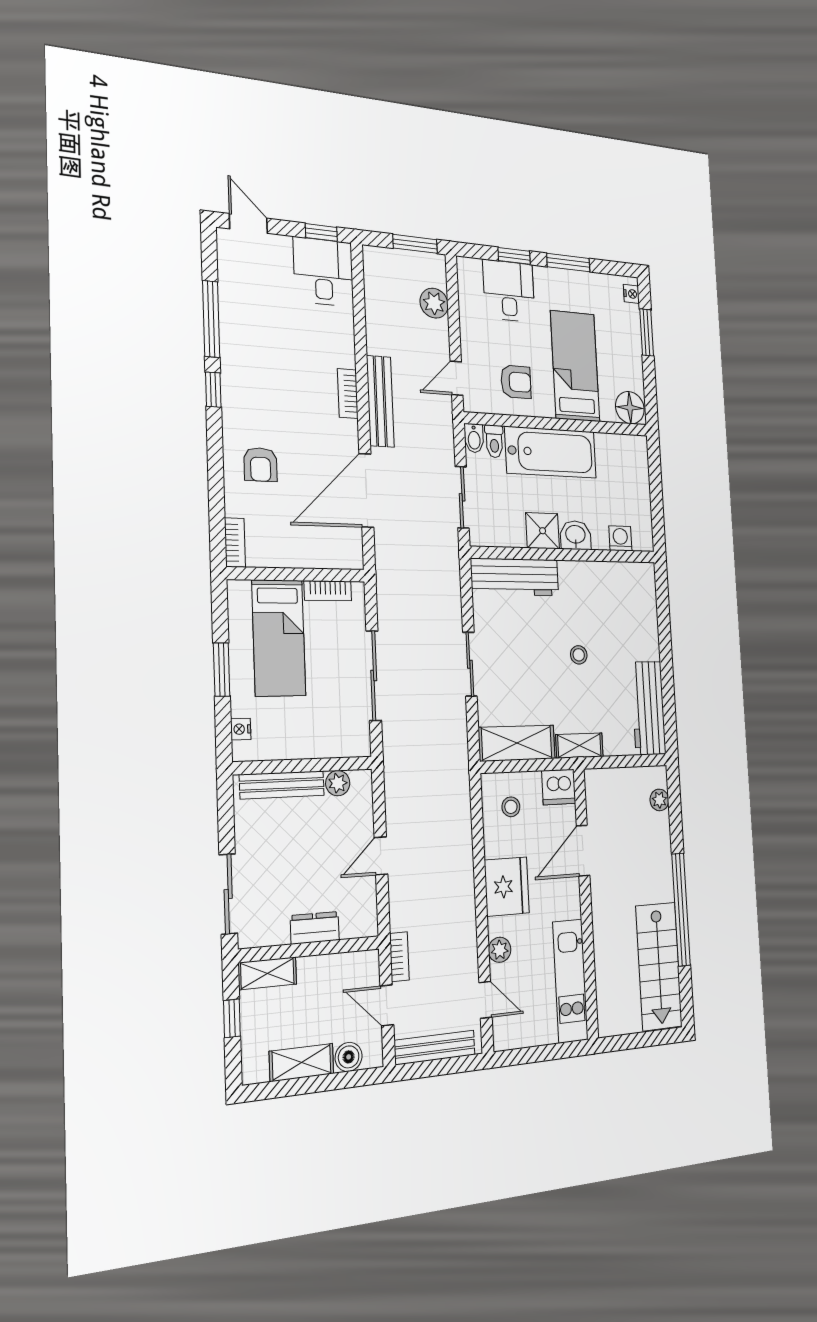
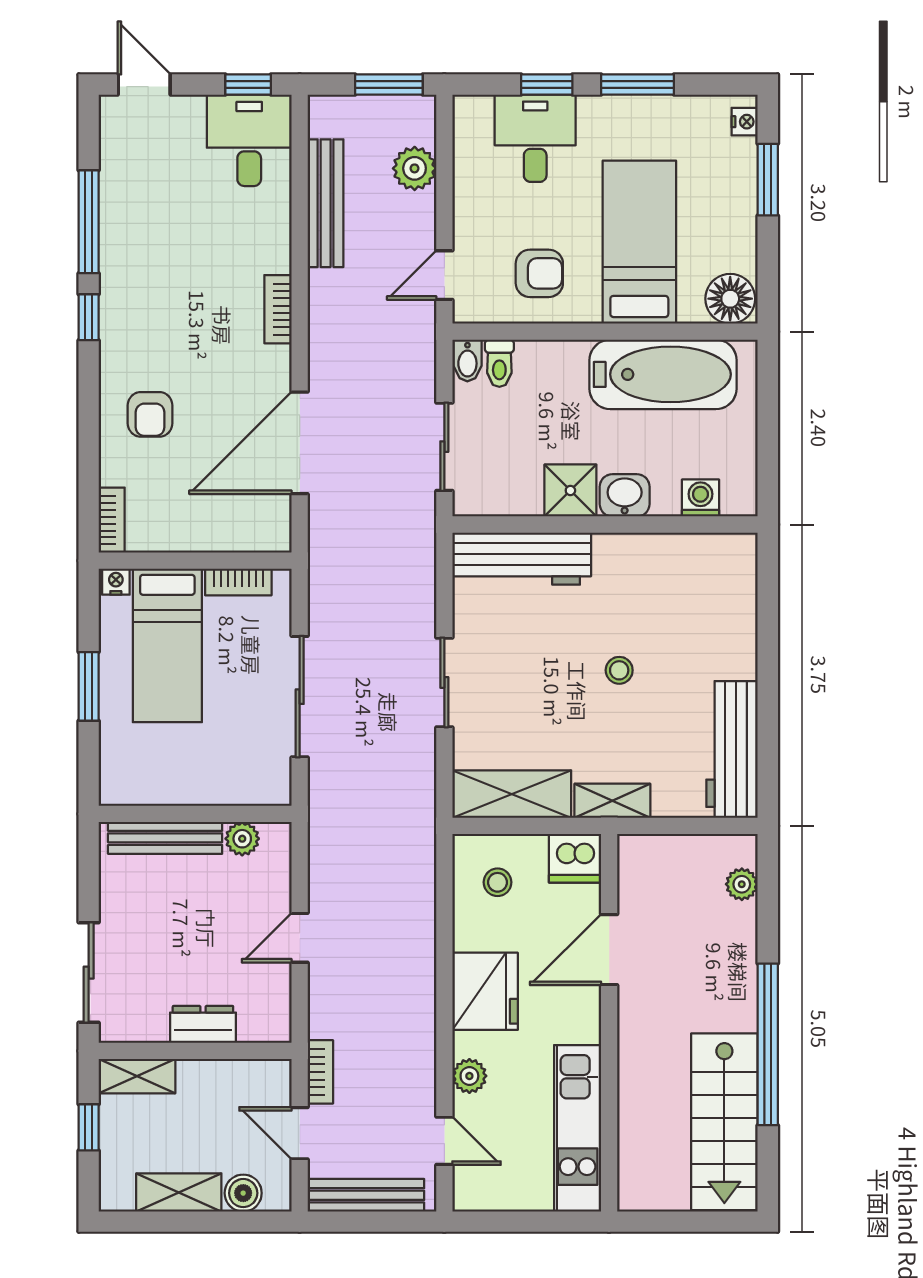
bench: (380, 401) -> (326, 203), moved
bathtub: (551, 452) -> (663, 374), moved
nightstand: (241, 729) -> (116, 582), moved, turned 90

